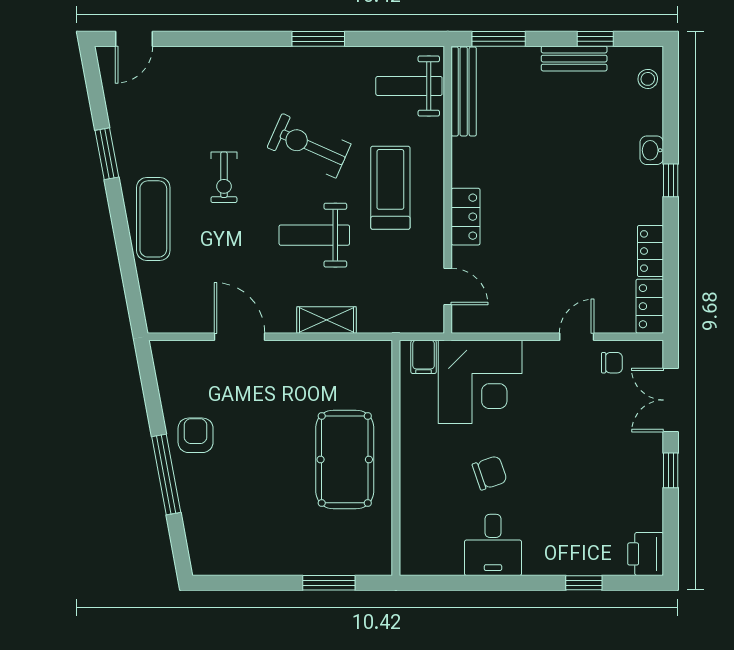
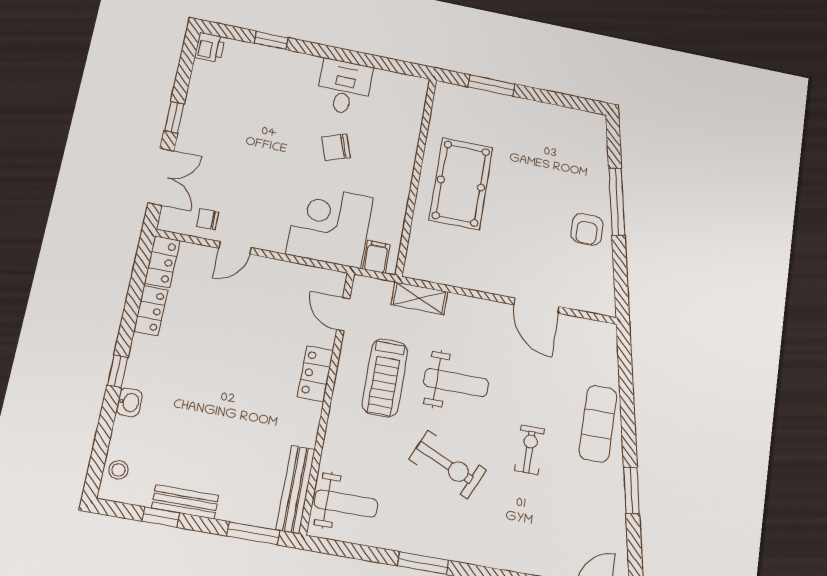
treadmill: (390, 188) -> (385, 378), moved
shelving: (326, 320) -> (419, 298), moved
printer: (646, 554) -> (210, 47), width x0.73, depth x0.81

